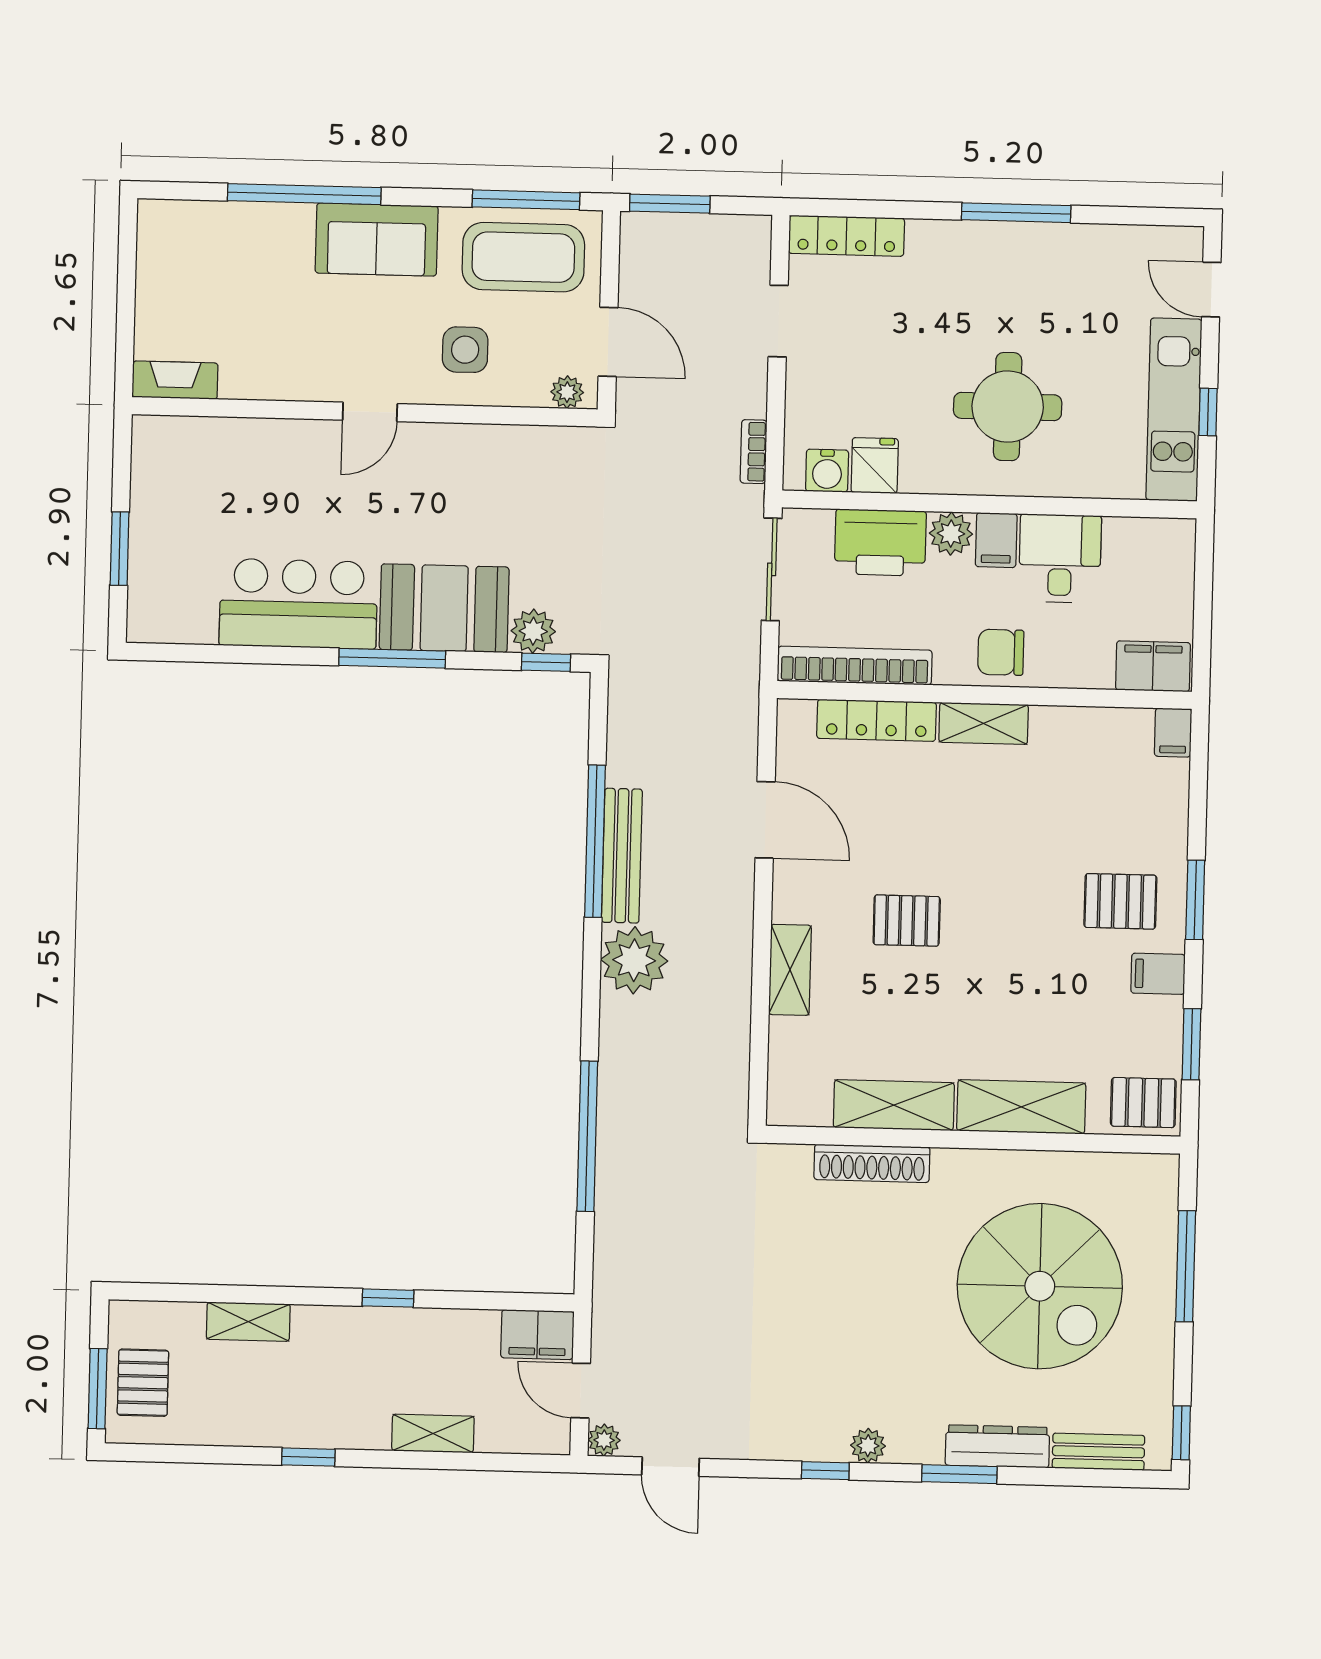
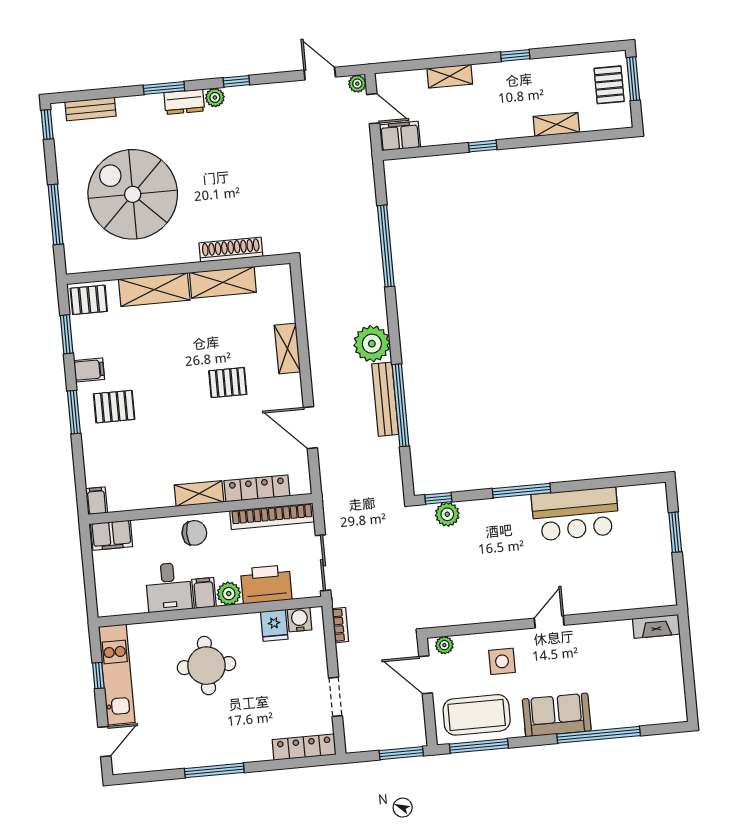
door: (1211, 290) -> (104, 742), hinge flipped
booth: (444, 608) -> (497, 521), removed
dresser: (997, 1446) -> (184, 102), moved, width x0.70

